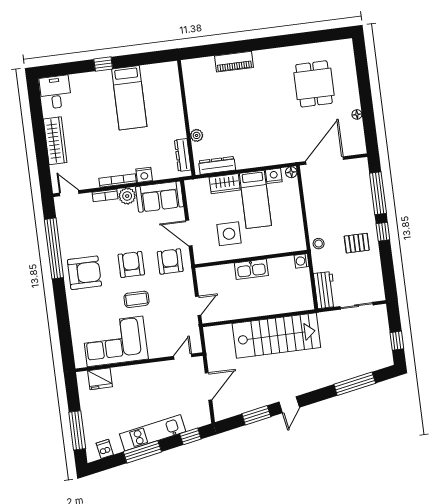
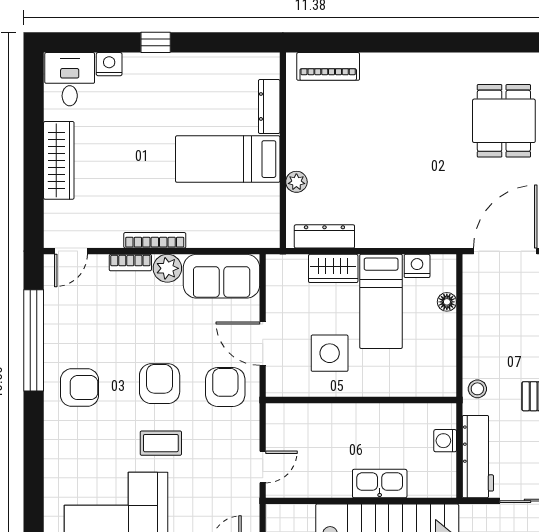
piano: (234, 62) -> (328, 66), moved
bed: (129, 98) -> (228, 159), moved, turned 90
dresser: (183, 155) -> (269, 106), moved
floor lamp: (291, 172) -> (447, 302), moved
nightstand: (144, 175) -> (109, 64), moved, turned 180
door: (69, 193) -> (71, 251), swing flipped
washing machine: (302, 261) -> (445, 441), moved
kitchen sink: (251, 269) -> (380, 484), moved, turned 180
armchair: (84, 273) -> (79, 388), width x0.73, depth x0.73
workbench: (325, 290) -> (478, 457), width x1.38

